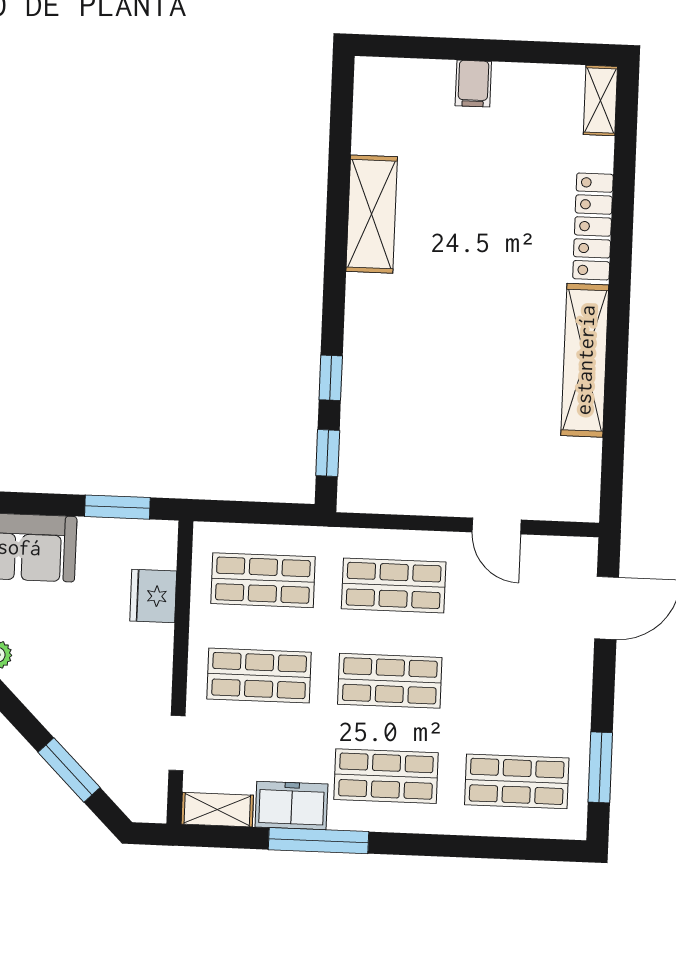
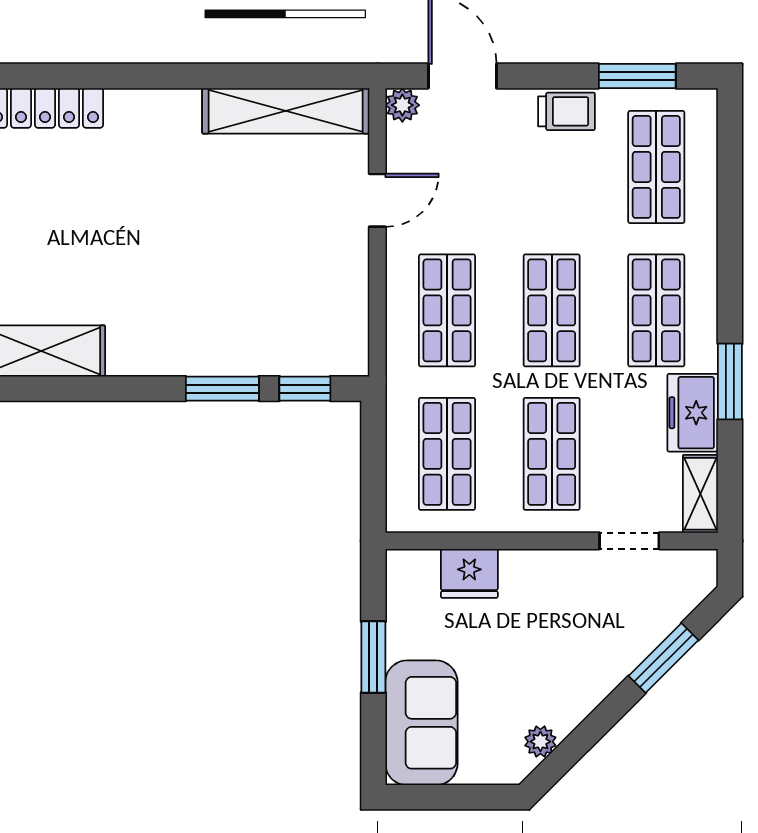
shelving: (585, 360) -> (286, 111), moved
window: (331, 378) -> (222, 389), width x1.50
window: (117, 507) -> (373, 657), moved
plant: (582, 552) -> (402, 105), added
trolley: (571, 702) -> (567, 111), added
window: (318, 841) -> (730, 382), width x0.69

